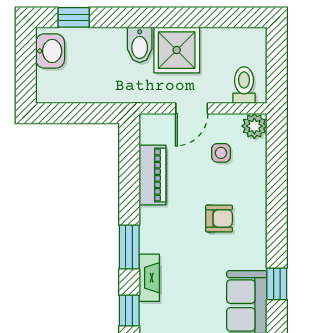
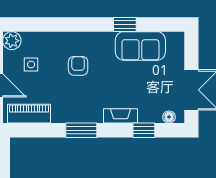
piano: (152, 175) -> (29, 114), moved
window: (129, 247) -> (81, 130), moved

